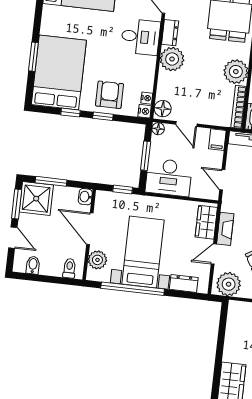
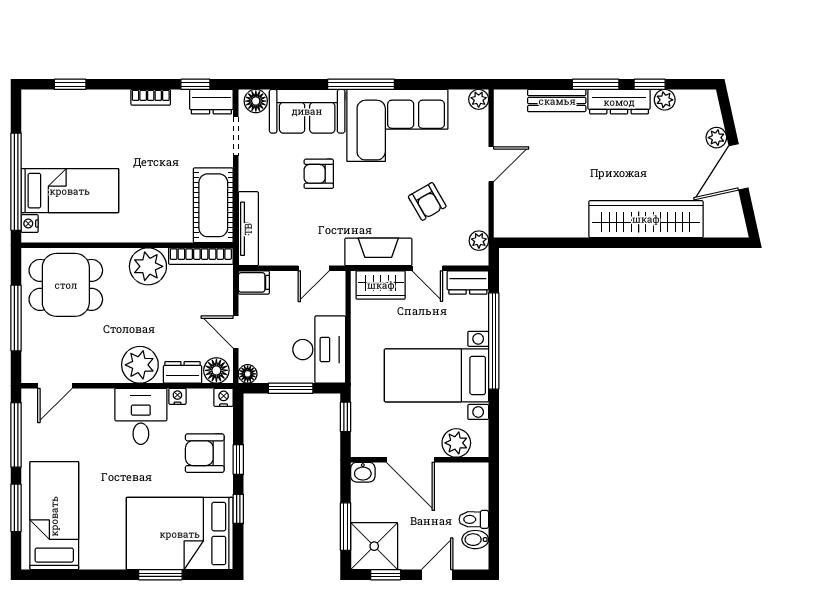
dresser: (170, 33) -> (183, 372), moved
desk: (140, 37) -> (141, 416), moved
nightstand: (147, 98) -> (177, 396), moved
door: (186, 124) -> (236, 332), swing flipped
window: (17, 204) -> (386, 575), width x0.67
door: (90, 229) -> (410, 460), hinge flipped
fireplace: (225, 229) -> (378, 252), width x1.37, depth x1.32
toilet: (69, 268) -> (474, 519), moved
dresser: (184, 283) -> (468, 282), moved, turned -90
plant: (229, 284) -> (479, 241), width x0.53, depth x0.53
window: (133, 289) -> (494, 341), moved

